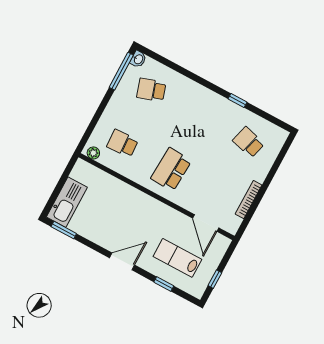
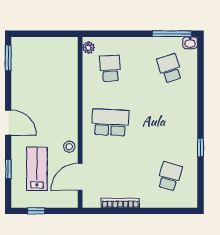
kitchen sink: (67, 202) -> (34, 48), removed
stool: (173, 218) -> (69, 147), added

